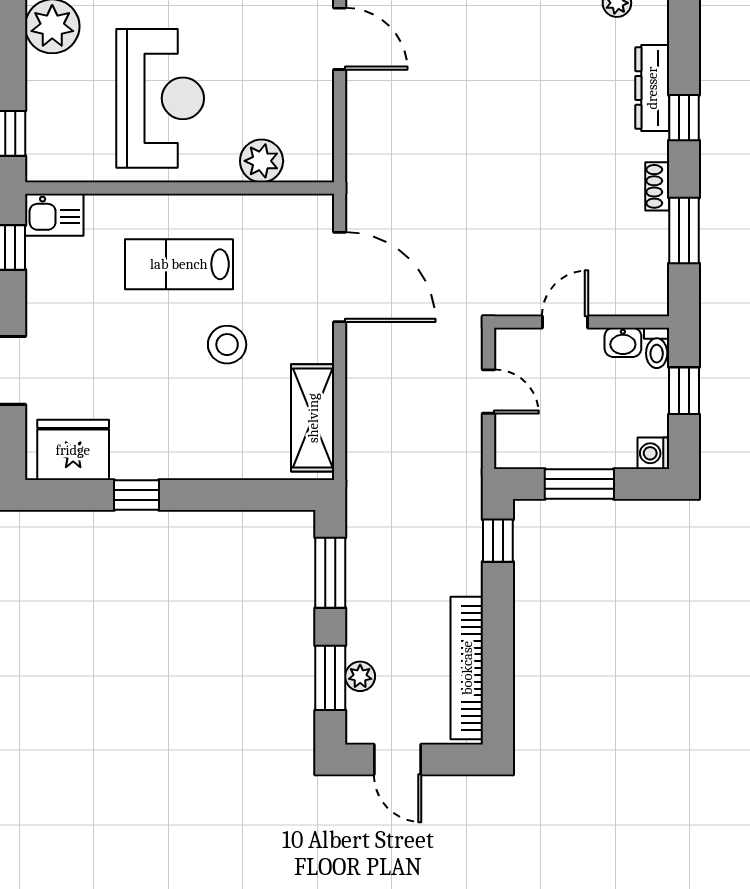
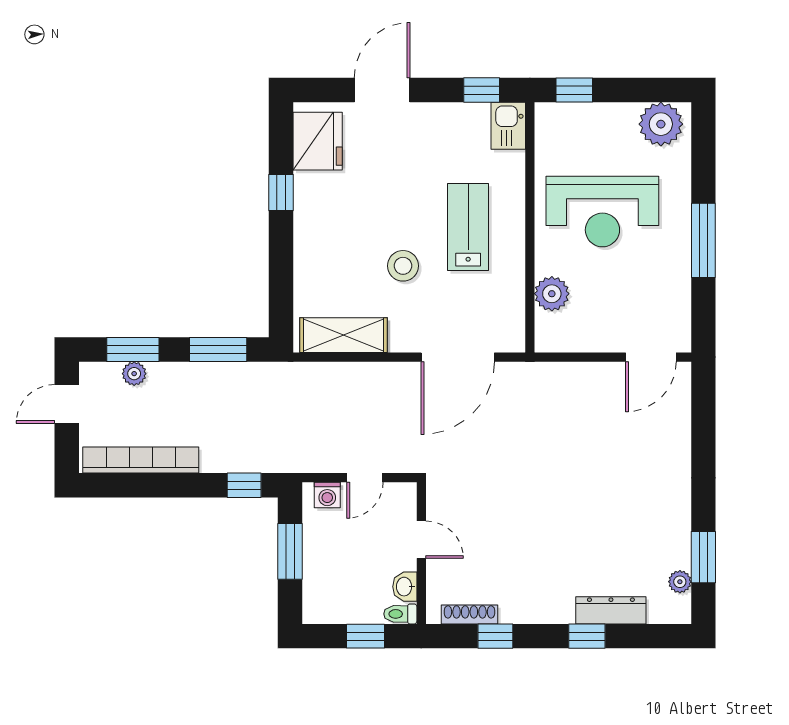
shoe rack: (657, 186) -> (469, 614), moved, width x1.43
window: (684, 231) -> (495, 636), width x0.67
washing machine: (653, 453) -> (327, 495), moved, turned 180

